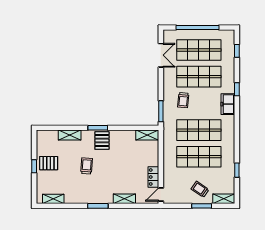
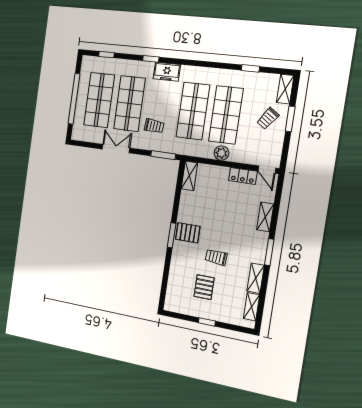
double door: (161, 55) -> (116, 149), moved
shelving: (70, 135) -> (256, 278), moved
plant: (169, 158) -> (221, 153), added
pallet: (49, 163) -> (204, 287), moved

